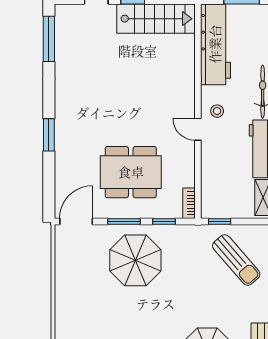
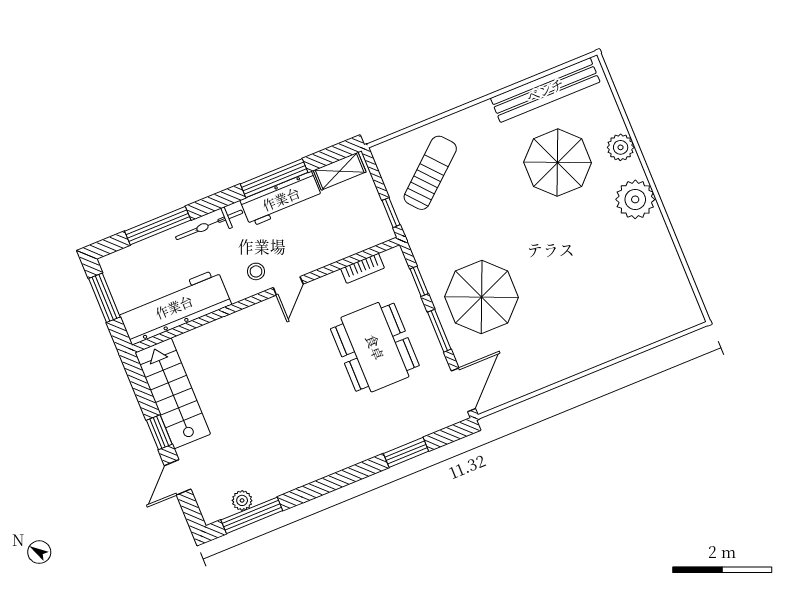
plant: (62, 36) -> (242, 500), added
window: (49, 135) -> (406, 452), moved
bookcase: (189, 203) -> (362, 268), moved
door: (76, 221) -> (463, 390), swing flipped

